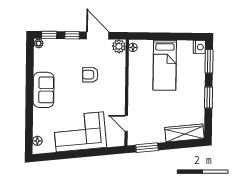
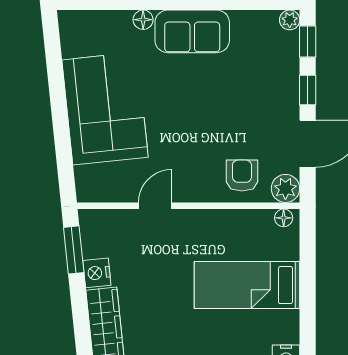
armchair: (90, 75) -> (242, 176), moved
door: (126, 123) -> (155, 206), moved
nightstand: (158, 137) -> (97, 273), added
floor lamp: (37, 141) -> (143, 20), moved

